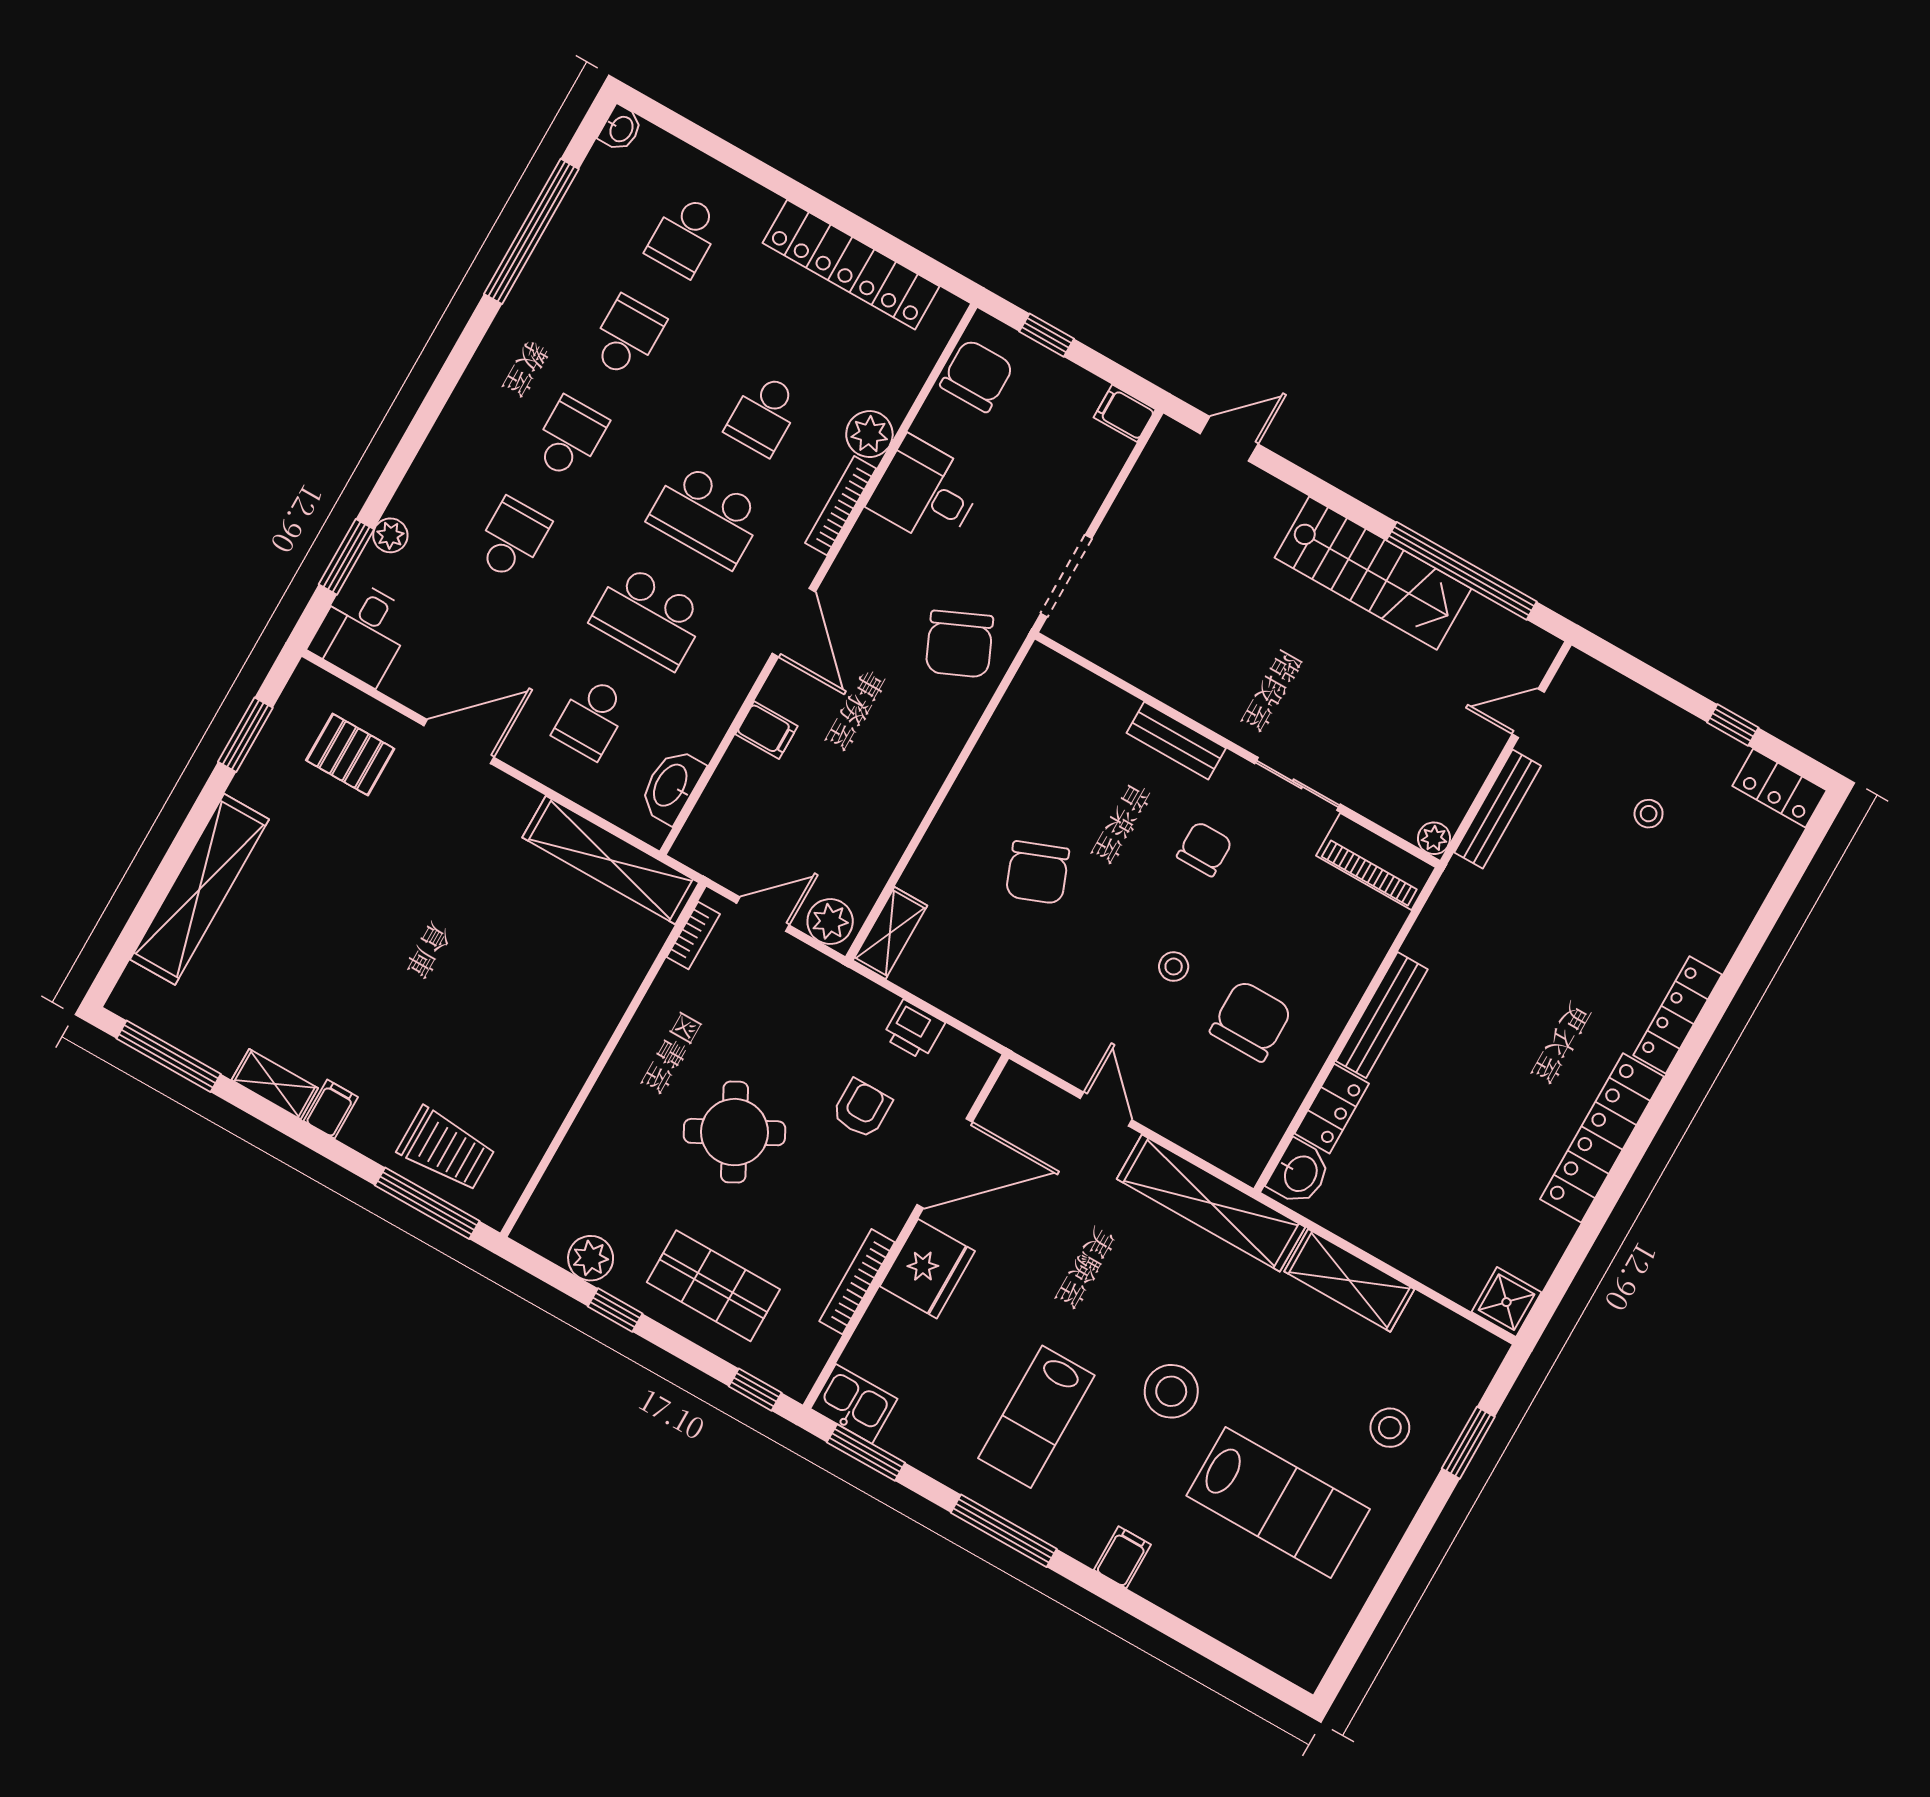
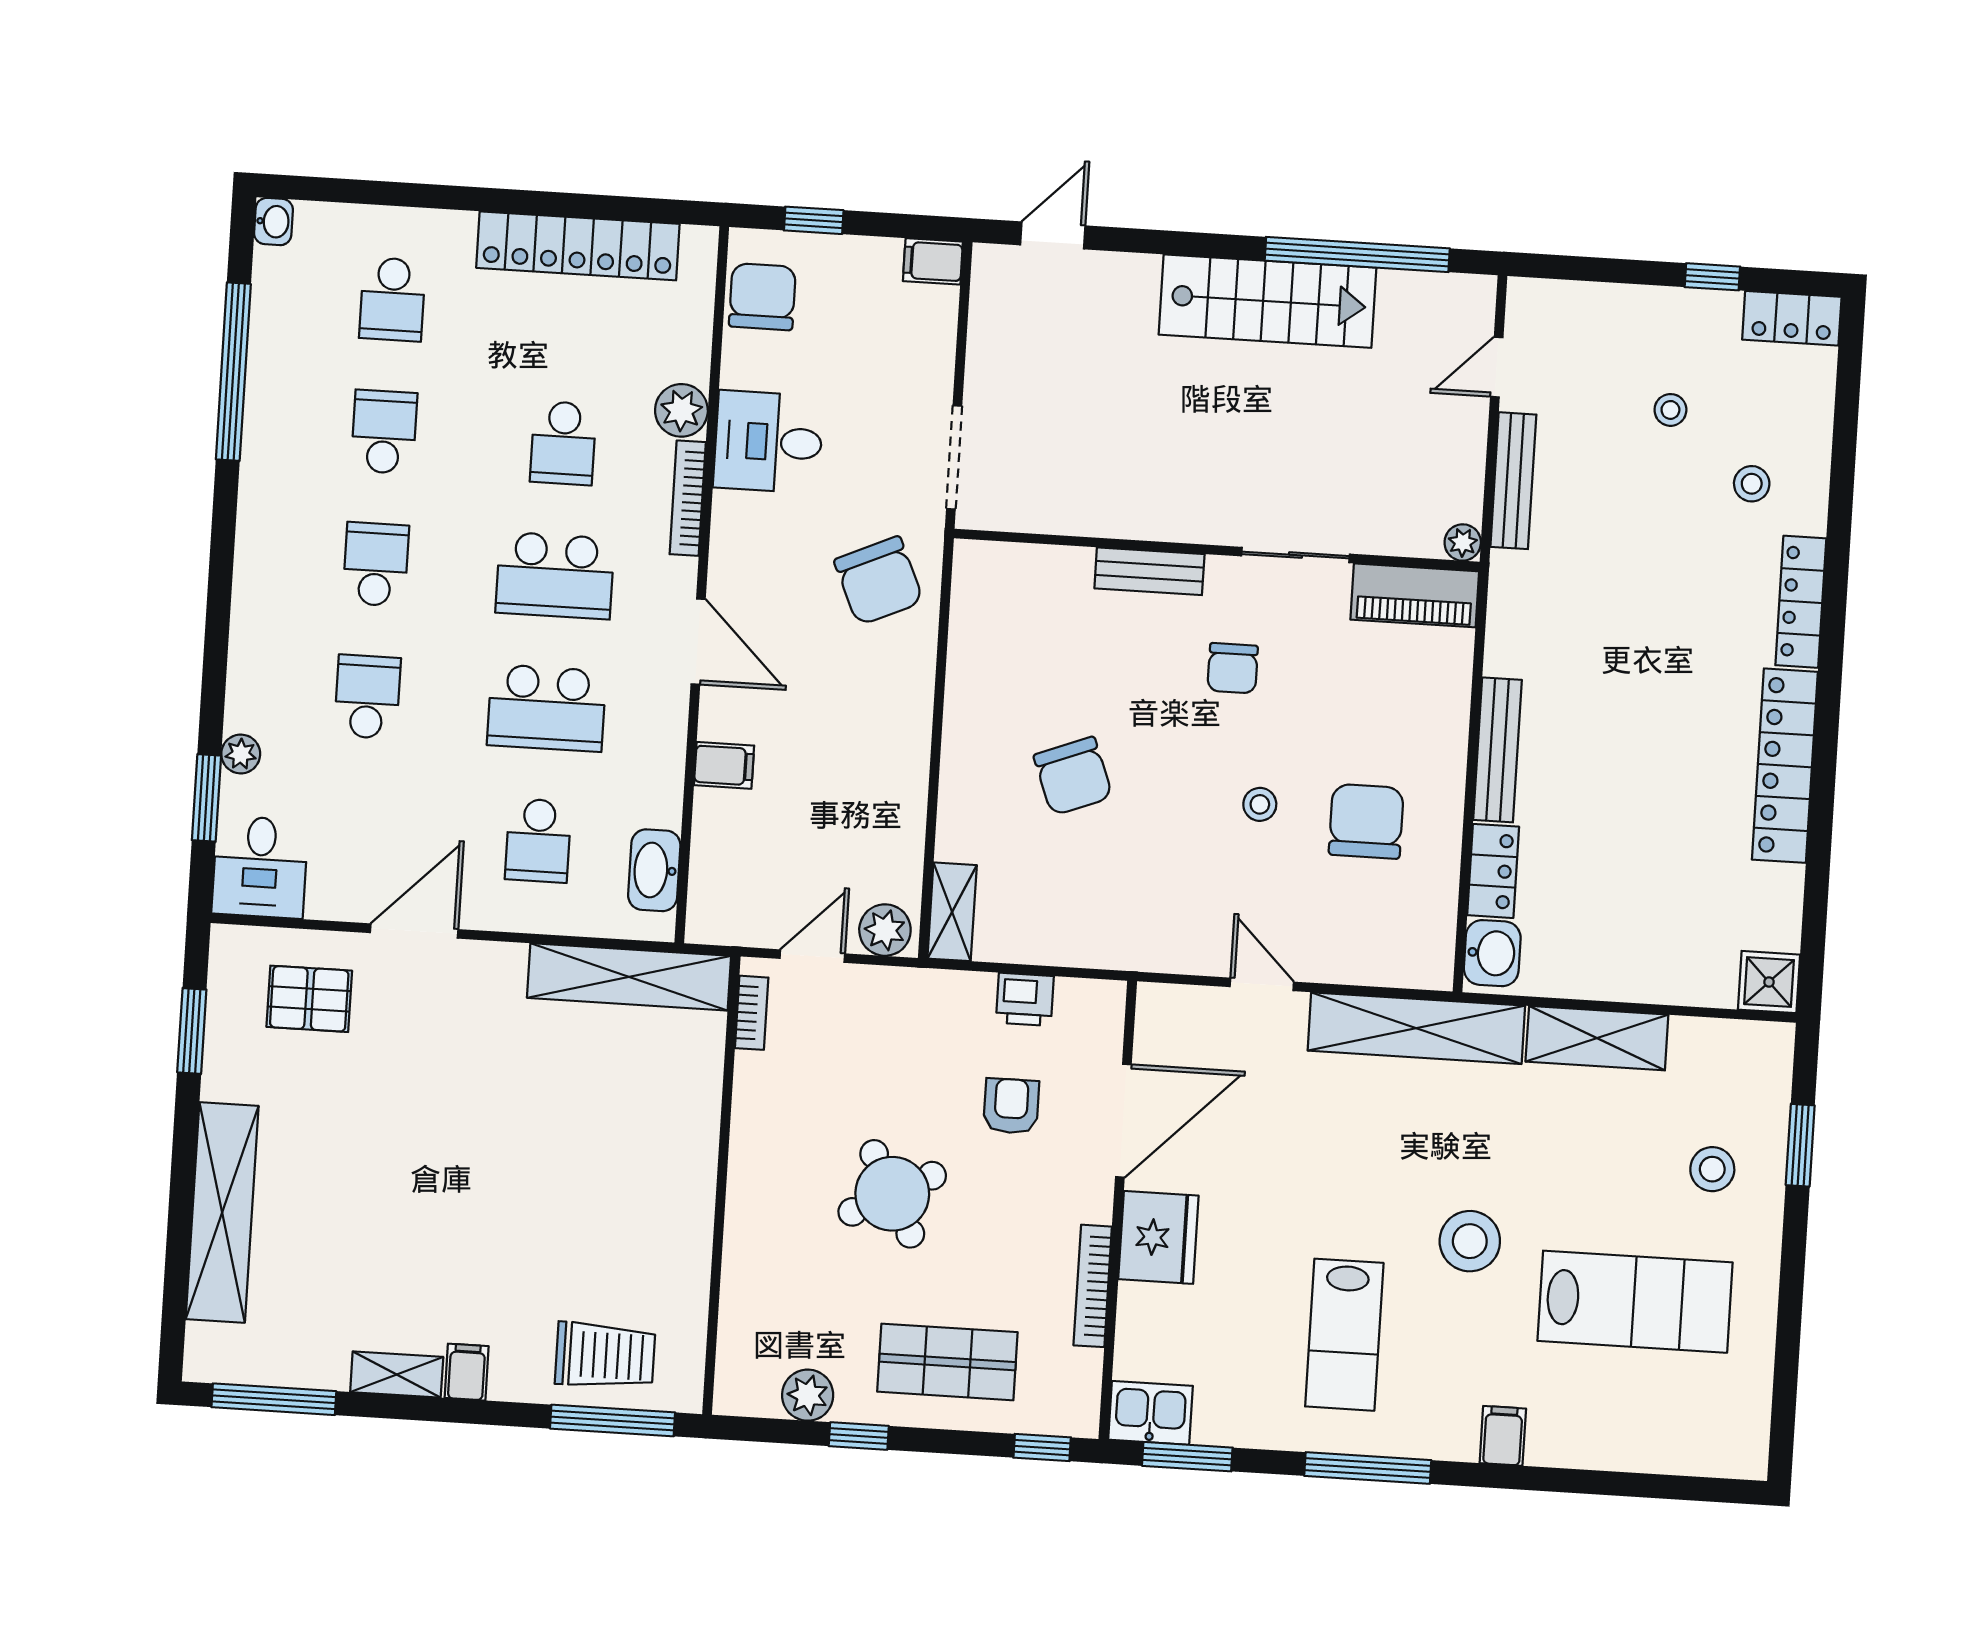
chair: (1205, 849) -> (1233, 668), turned 180
stool: (1684, 903) -> (1752, 484), added

